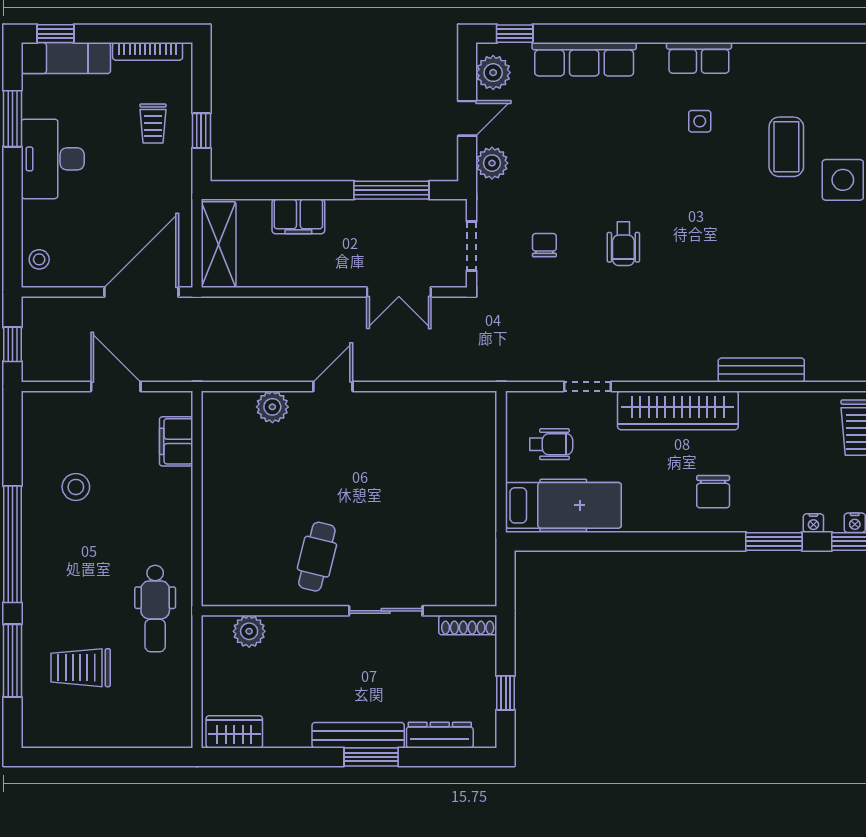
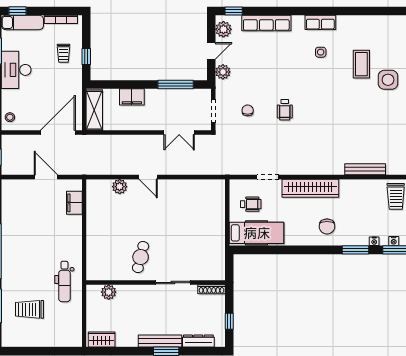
bench: (761, 370) -> (365, 169), moved
door: (333, 386) -> (148, 177), swing flipped
stool: (76, 487) -> (27, 224), removed

